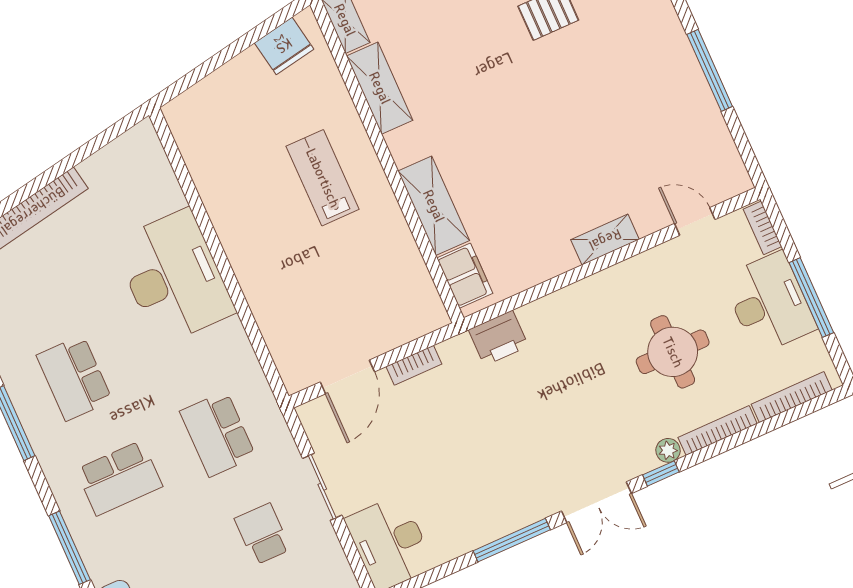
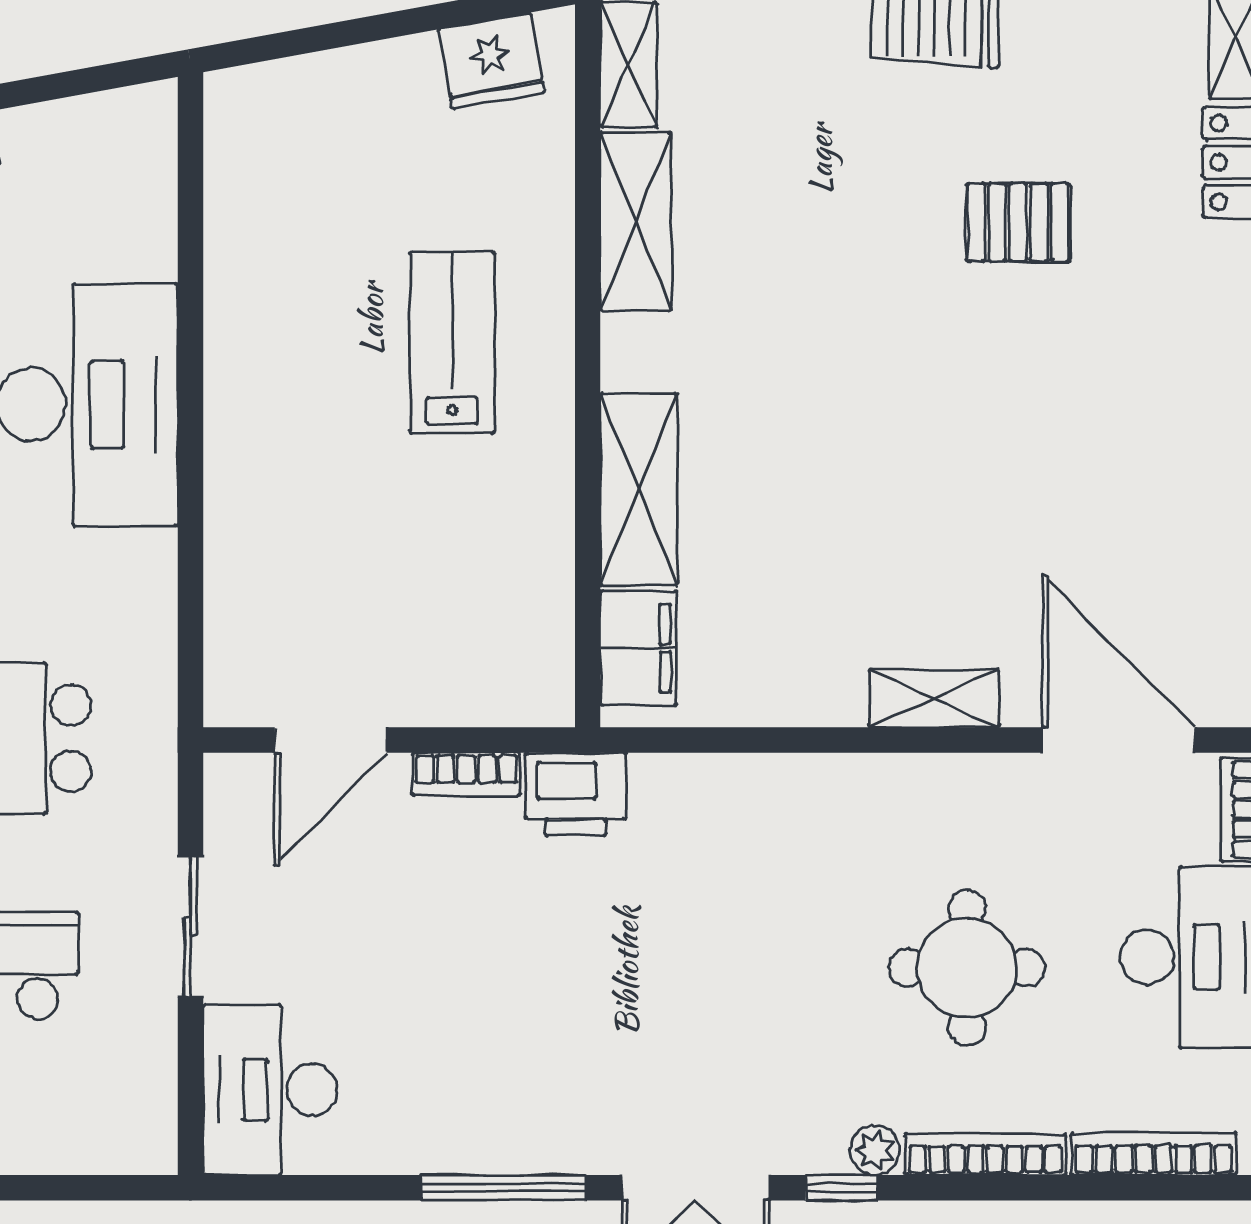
door: (695, 222) -> (1119, 740), width x1.87
printer: (499, 338) -> (576, 794), moved

